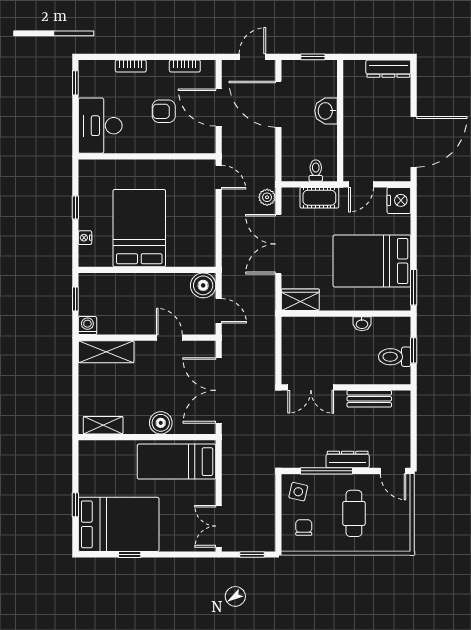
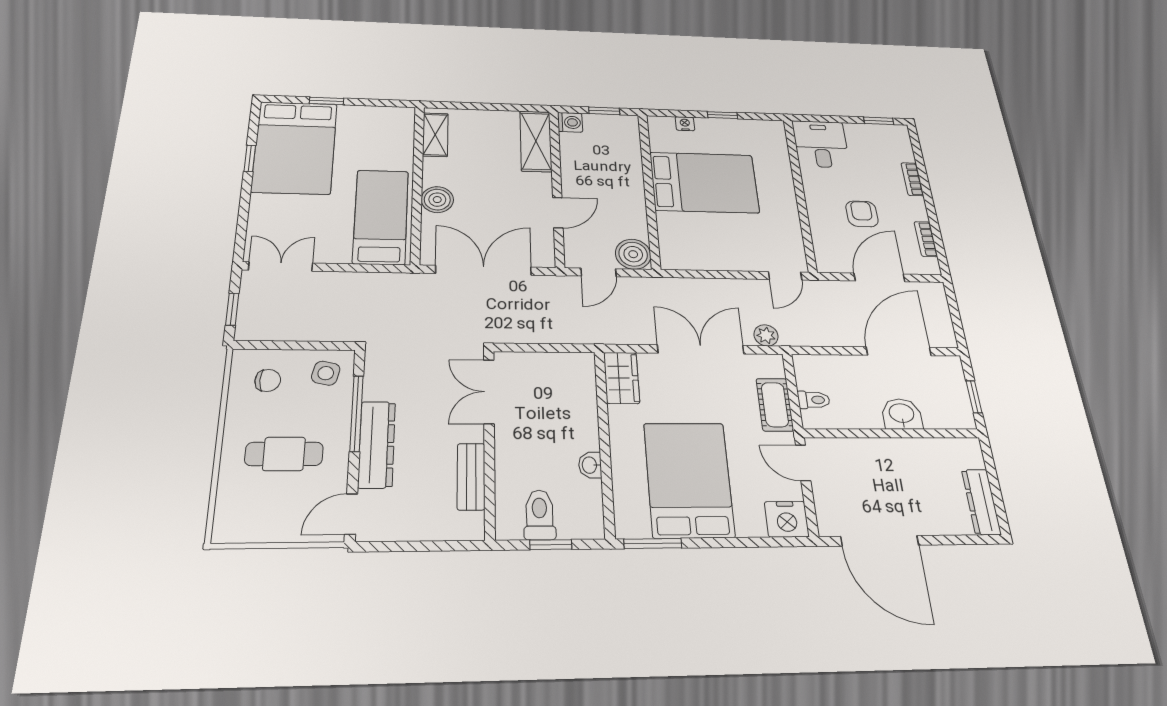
door: (252, 57) -> (956, 319), removed
desk: (100, 126) -> (821, 144), width x0.73
dresser: (348, 460) -> (377, 444), width x1.37, depth x1.24

